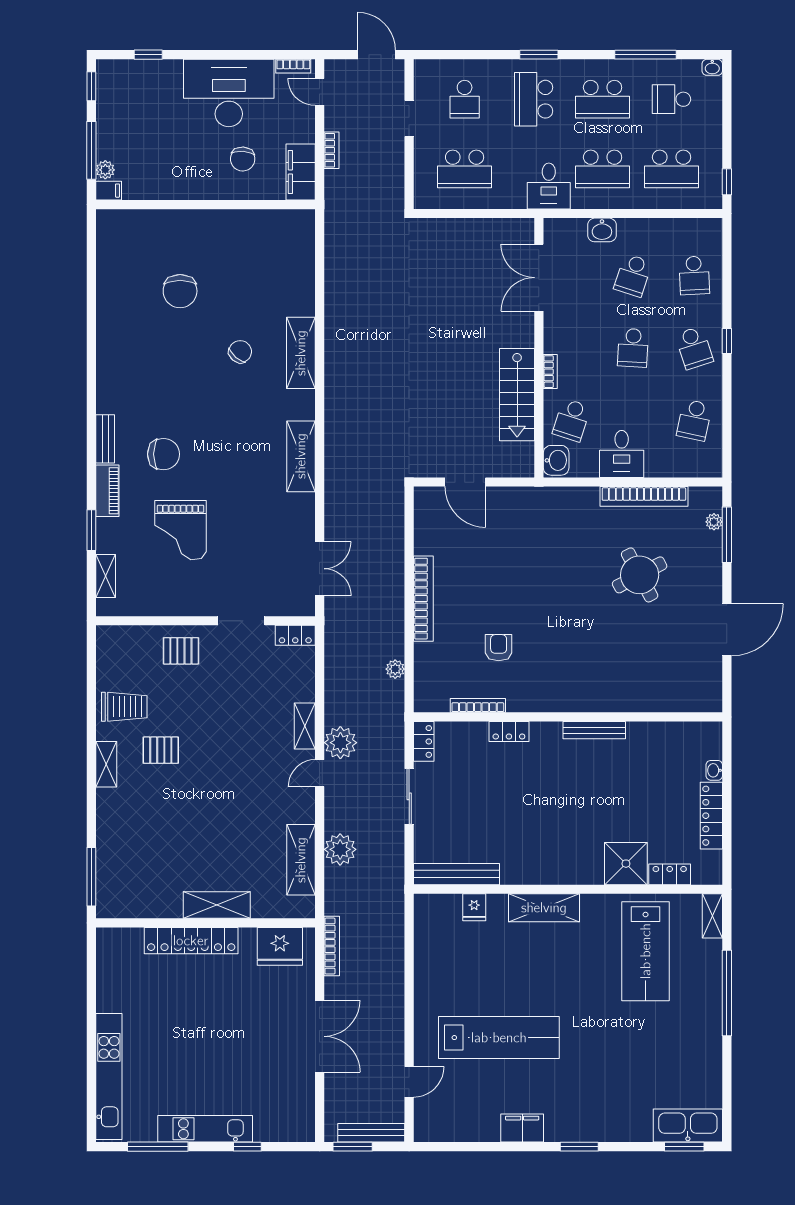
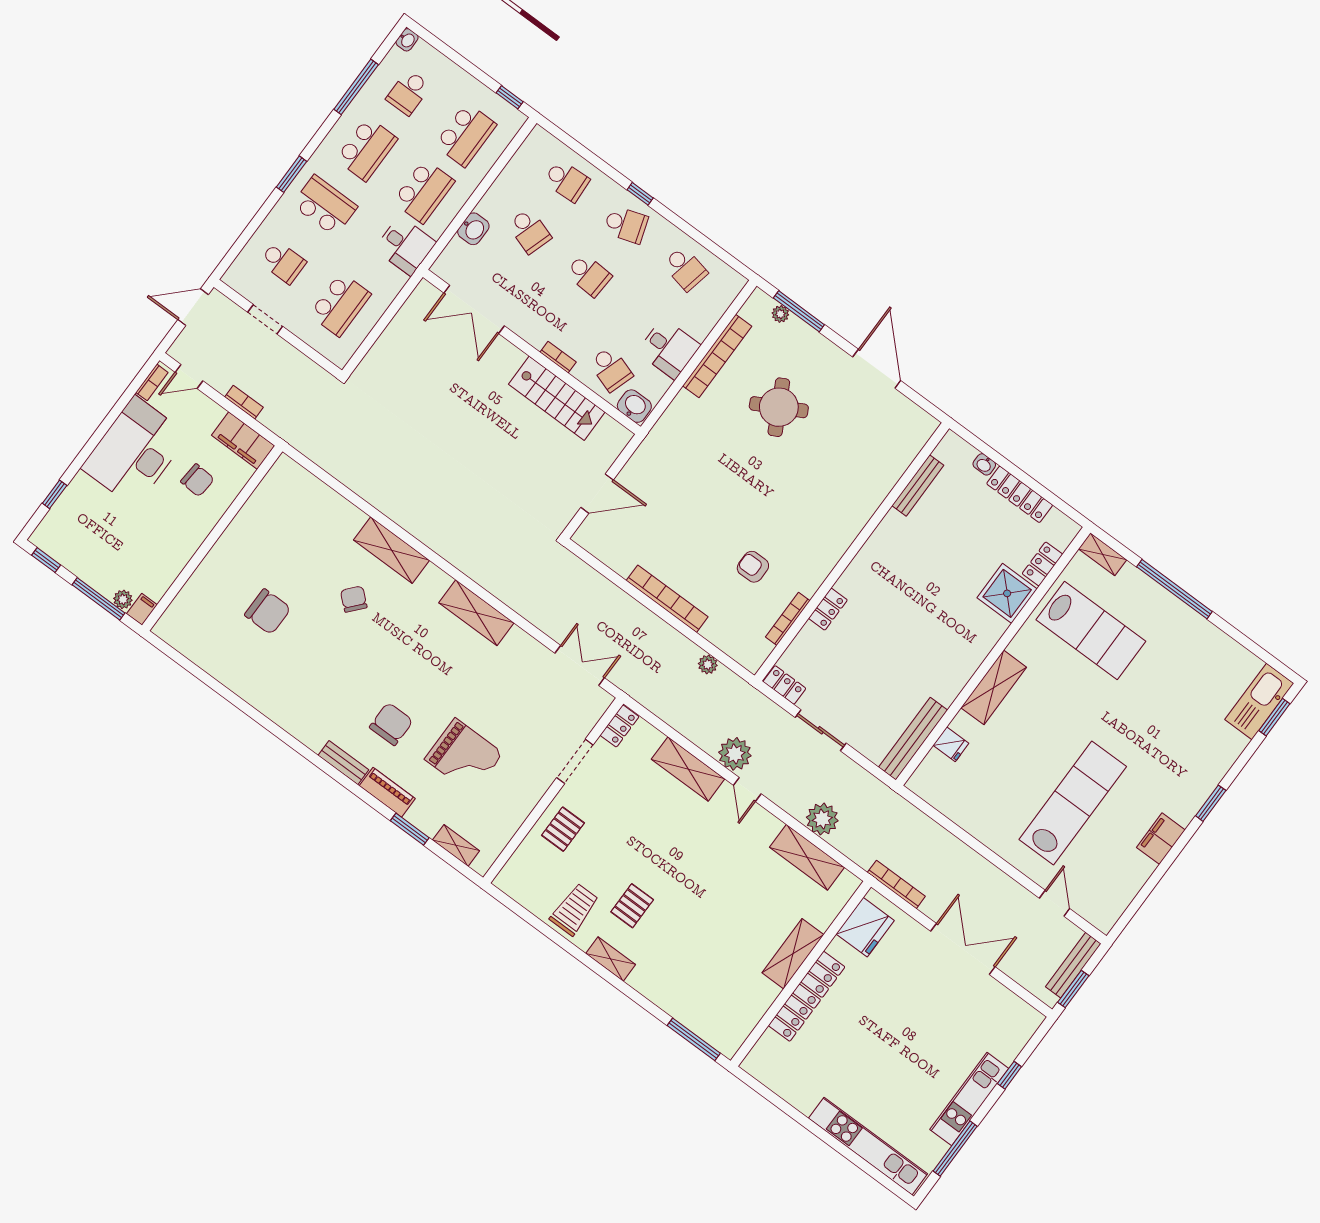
school desk: (534, 99) -> (325, 206), turned 180
shelving: (305, 726) -> (688, 769), width x1.50, depth x1.33
bench: (594, 730) -> (918, 485), moved

